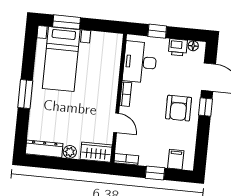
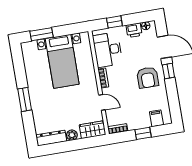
bed with nightstands: (61, 59) -> (62, 61), moved

